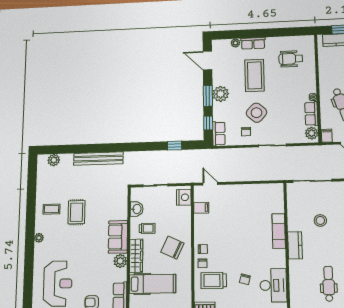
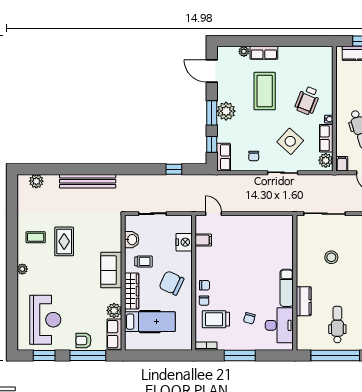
wheelchair: (291, 59) -> (307, 100), moved, turned -68
side table: (257, 113) -> (290, 141), moved
nightstand: (184, 197) -> (184, 242), moved
exam couch: (279, 231) -> (287, 288), moved
kitchen counter: (295, 245) -> (304, 301), moved
plant: (120, 261) -> (114, 310), moved

